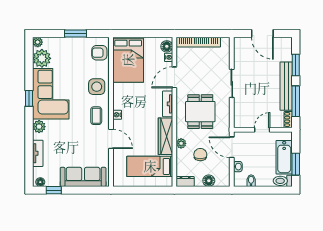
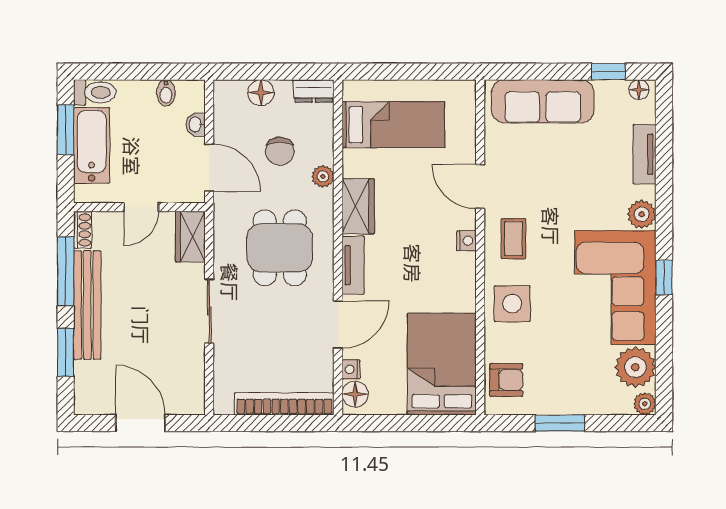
wardrobe: (240, 117) -> (190, 237), added
wardrobe: (165, 136) -> (358, 206), width x0.67

